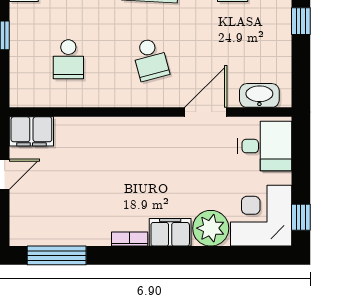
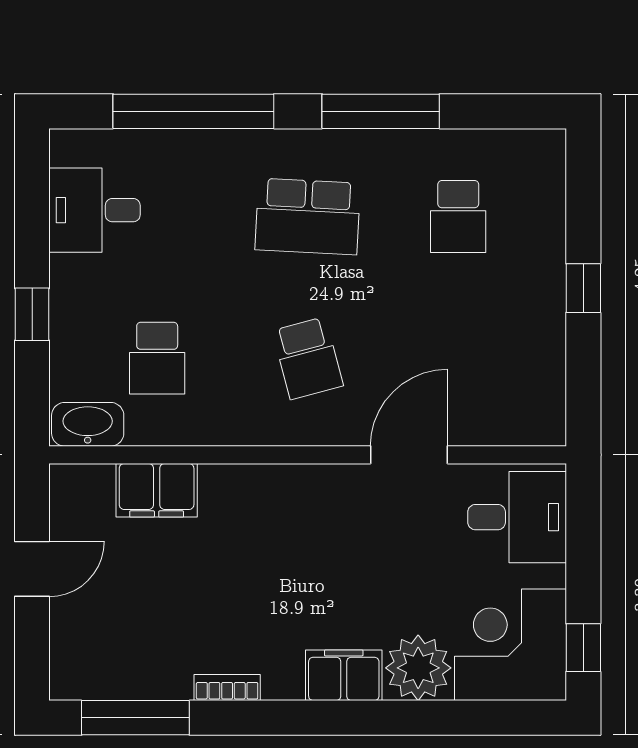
washbasin: (259, 95) -> (88, 424), moved
filing cabinet: (31, 131) -> (157, 490), moved
bookcase: (130, 239) -> (227, 688), moved

